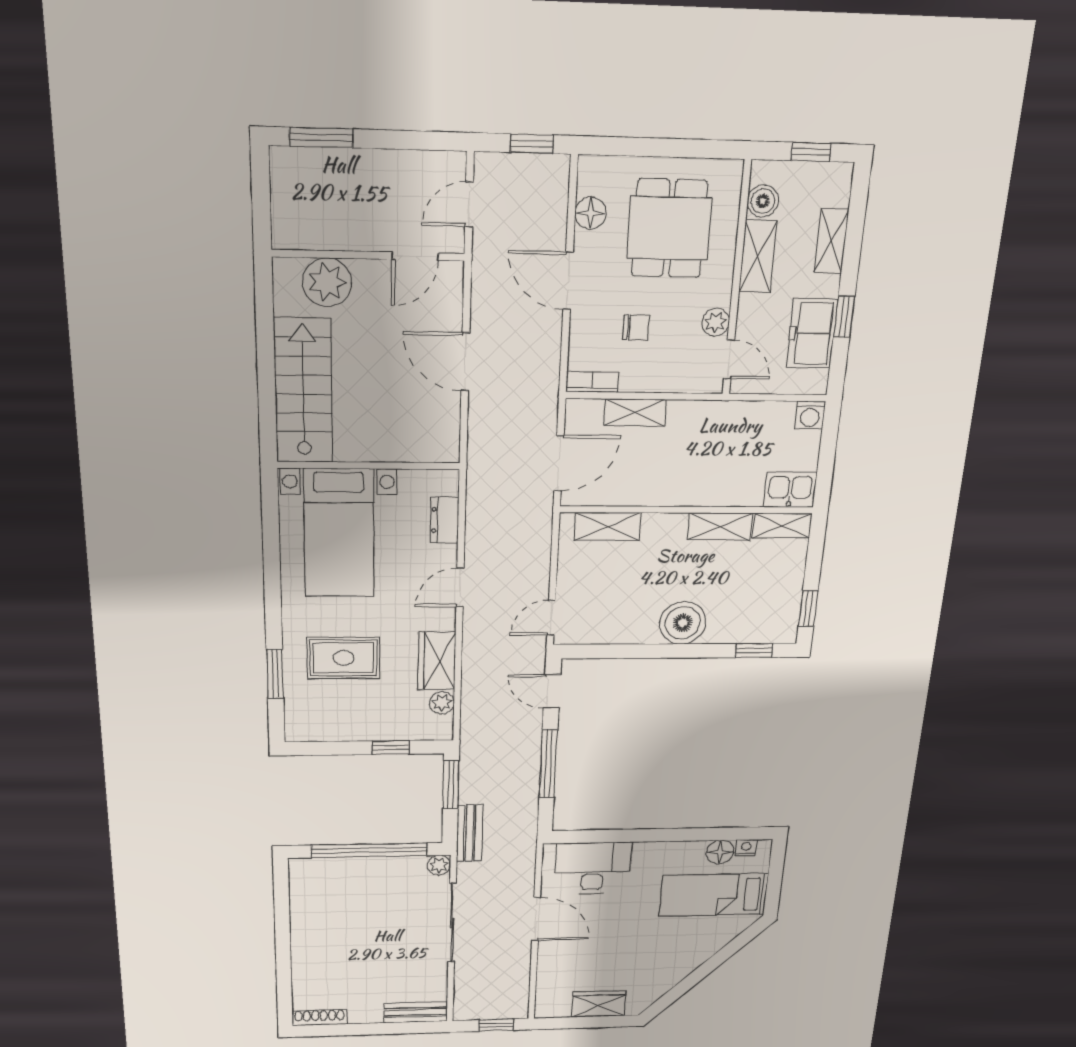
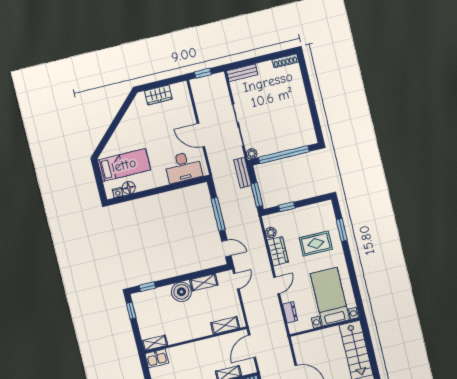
shelving: (720, 527) -> (204, 282), moved

